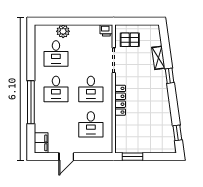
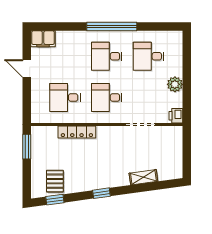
plant: (63, 31) -> (175, 84), moved
pallet: (130, 40) -> (55, 181), moved
window: (170, 76) -> (101, 193), moved
locker: (120, 100) -> (77, 132), moved
window: (31, 102) -> (112, 27), moved

